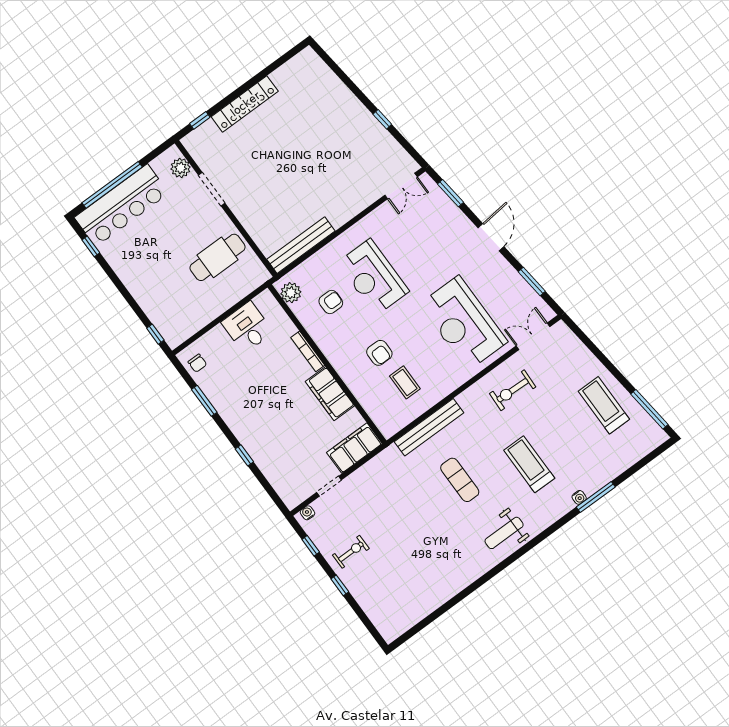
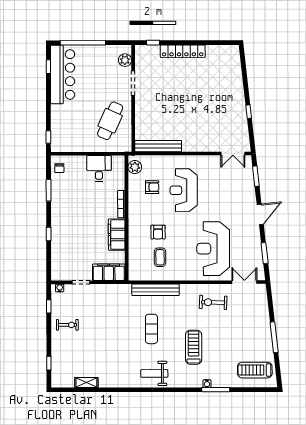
bar counter: (122, 205) -> (63, 74), moved, turned -90
cafe table: (218, 257) -> (110, 121), turned -66
treadmill: (604, 405) -> (255, 370), moved, turned -90
window: (649, 409) -> (274, 337), moved
window: (340, 585) -> (49, 363), moved
shelving: (427, 606) -> (86, 382), added

